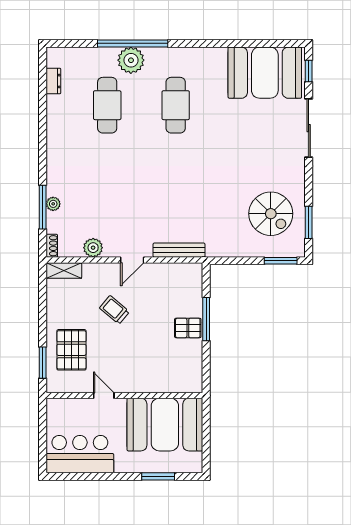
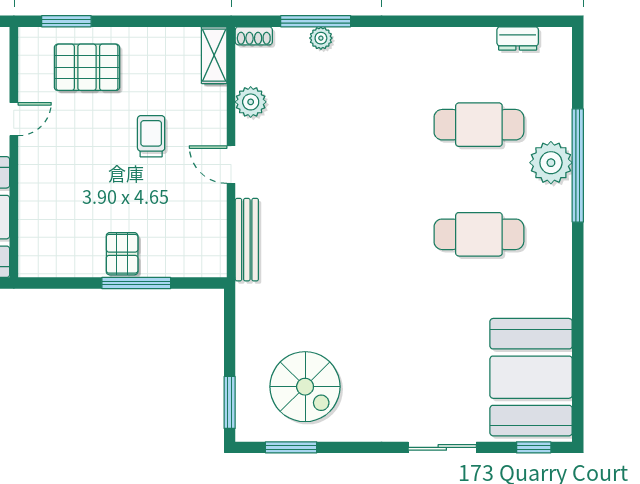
sliding door: (309, 128) -> (442, 447), width x0.73
spiral stairs: (271, 214) -> (305, 387), turned -90
trolley: (114, 310) -> (151, 136), turned -40

